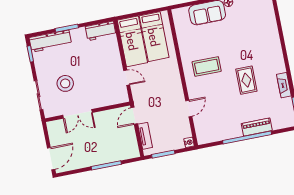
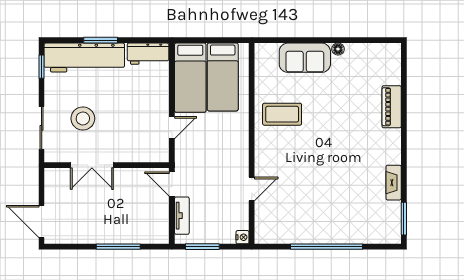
workbench: (50, 41) -> (84, 58), width x1.36, depth x1.32
coffee table: (207, 66) -> (282, 114), moved
door: (127, 78) -> (172, 128), hinge flipped
rug: (246, 80) -> (342, 165), removed
door: (134, 116) -> (172, 184), hinge flipped
piano: (257, 127) -> (392, 107), moved, turned -90
door: (51, 159) -> (42, 222), swing flipped

